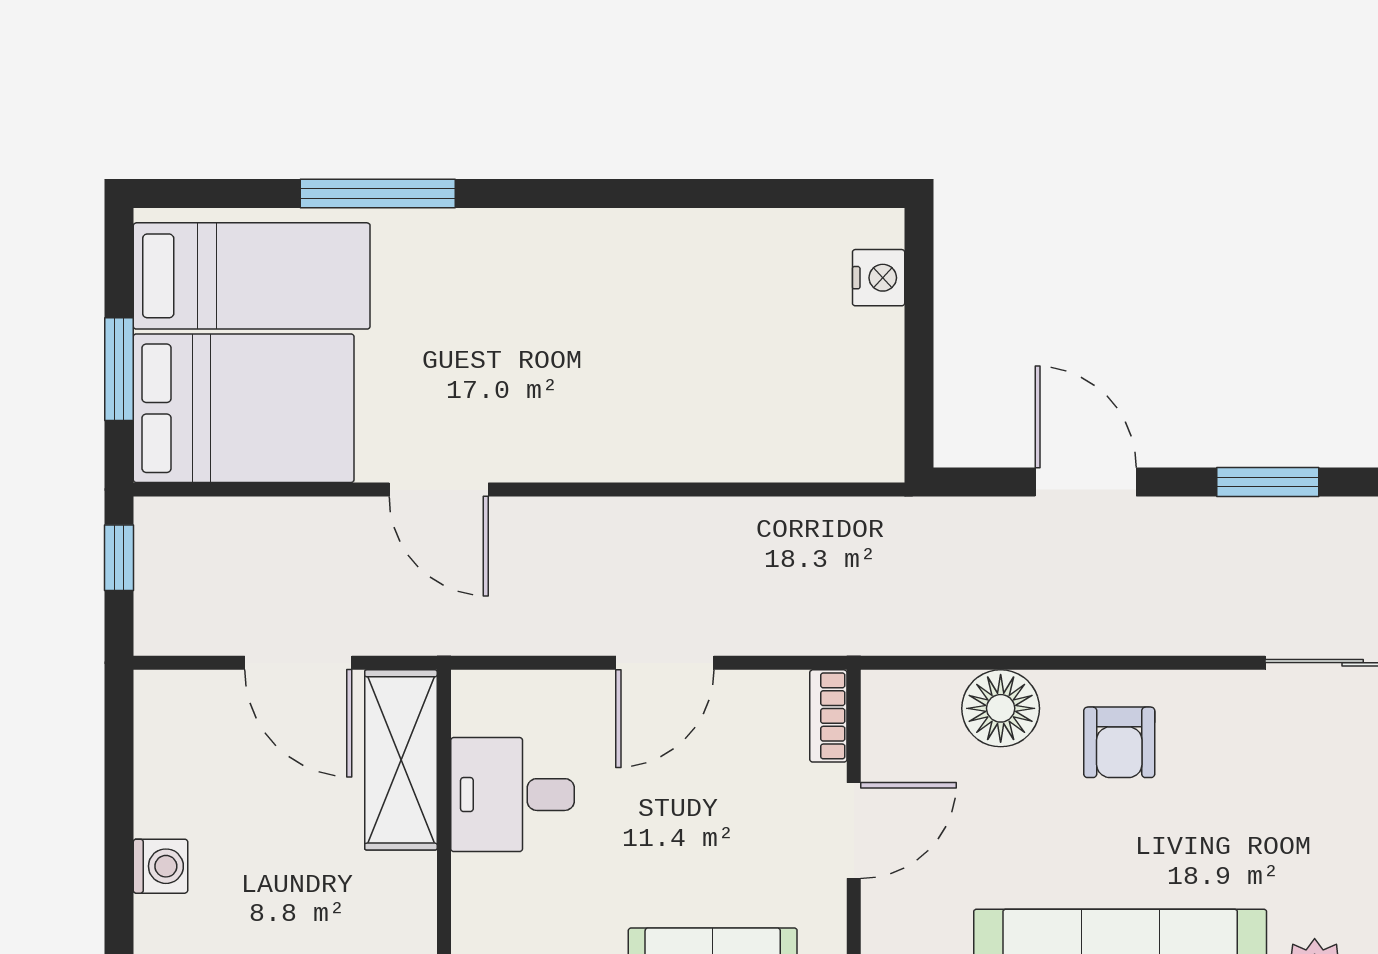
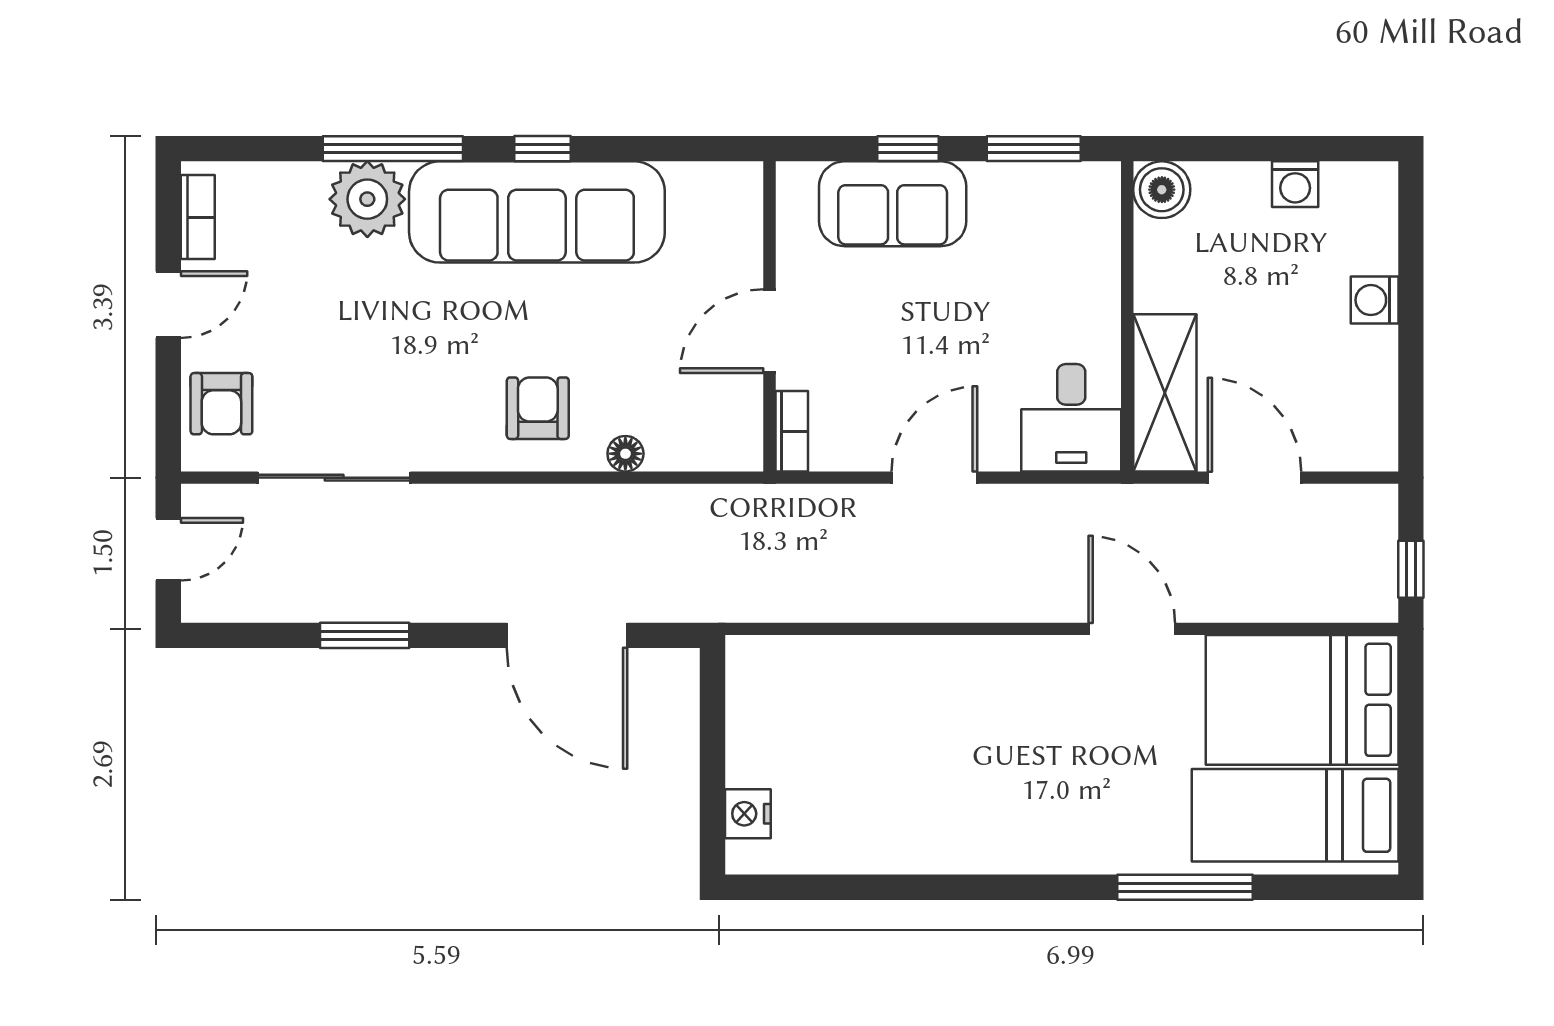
window: (119, 369) -> (1411, 734), removed
door: (1086, 482) -> (567, 635), width x1.36
window: (1268, 482) -> (365, 635), moved
floor lamp: (1001, 708) -> (625, 454), width x0.53, depth x0.53
desk: (513, 795) -> (1071, 418), moved, turned 90

